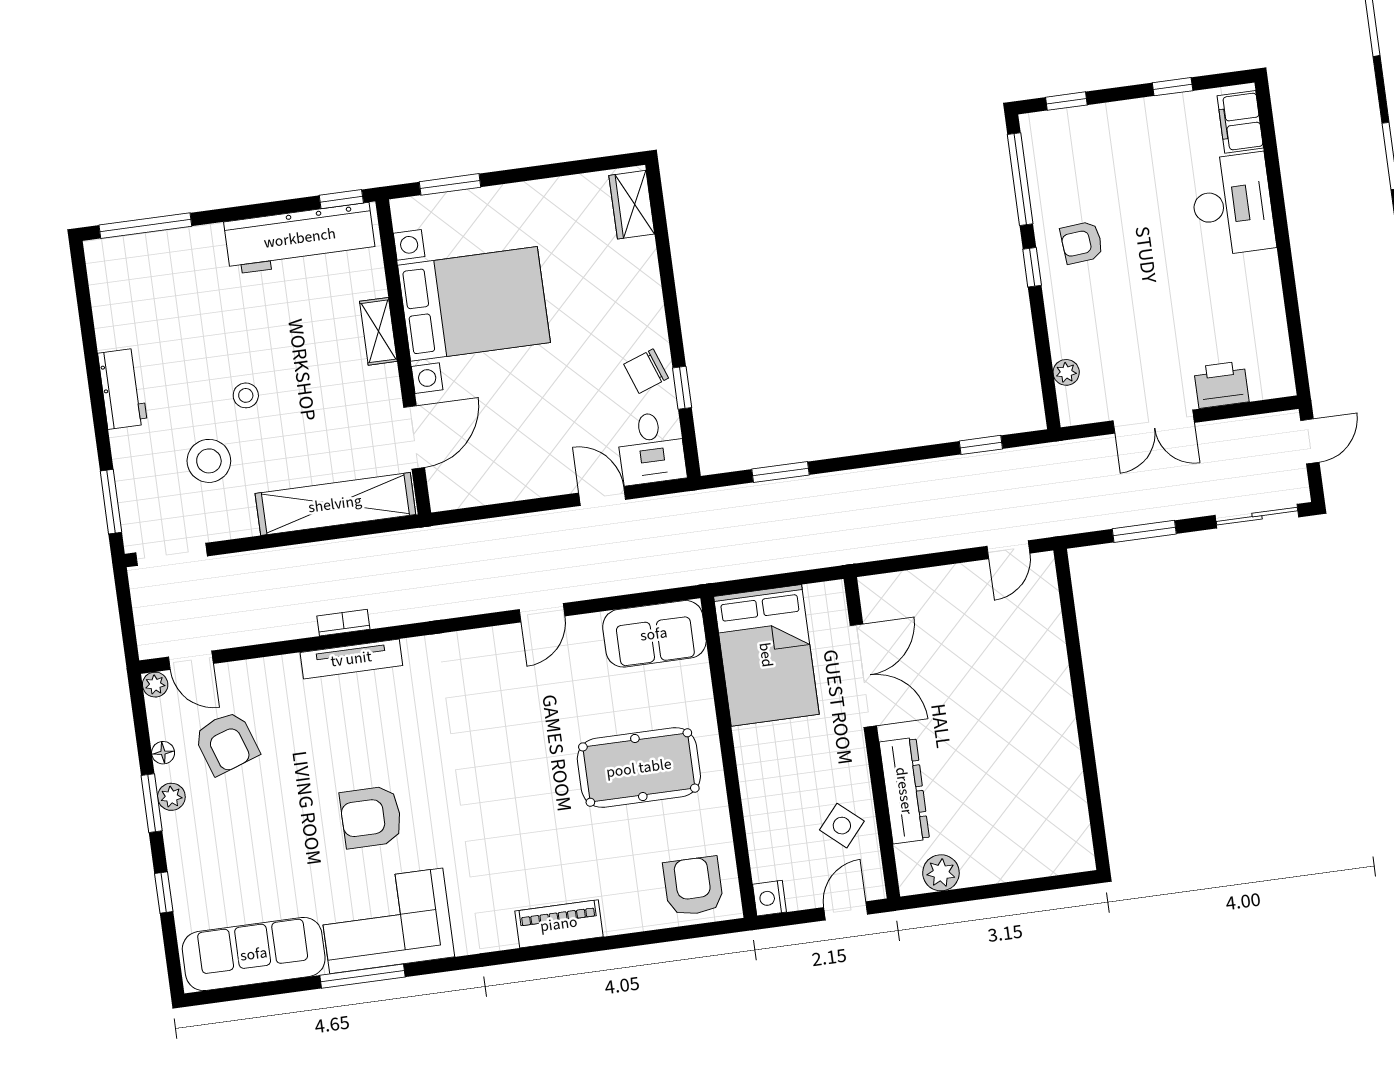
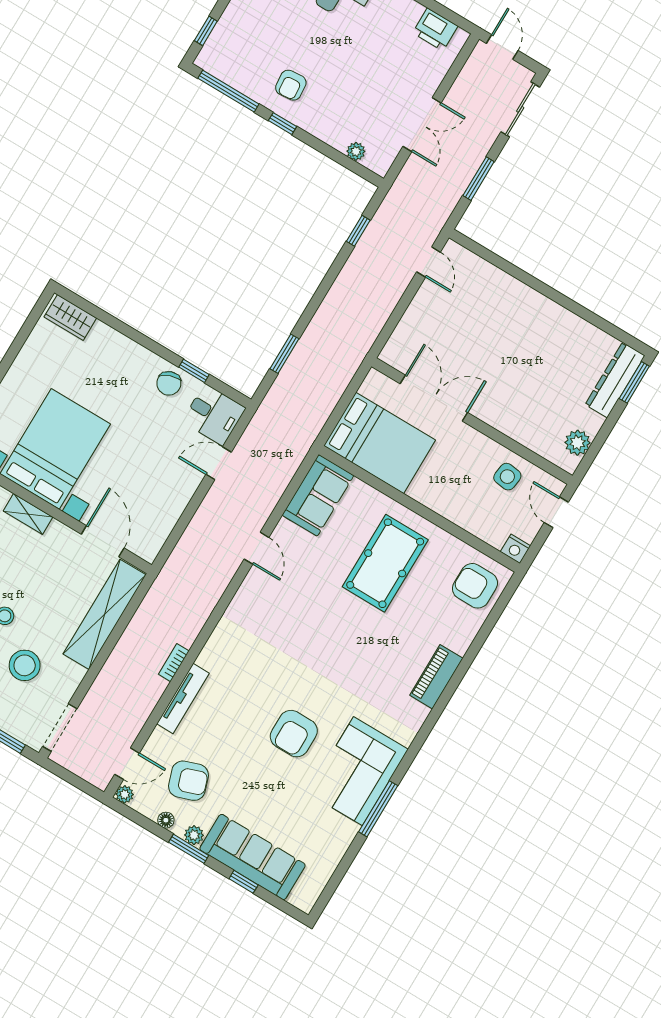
printer: (1221, 385) -> (435, 29), moved, turned -90
tv unit: (351, 659) -> (183, 698), moved
dresser: (904, 791) -> (615, 380), moved, turned -90
side table: (842, 826) -> (507, 477), turned -34
window: (1057, 882) -> (634, 382), added
sofa: (254, 954) -> (253, 857), moved, turned 90

